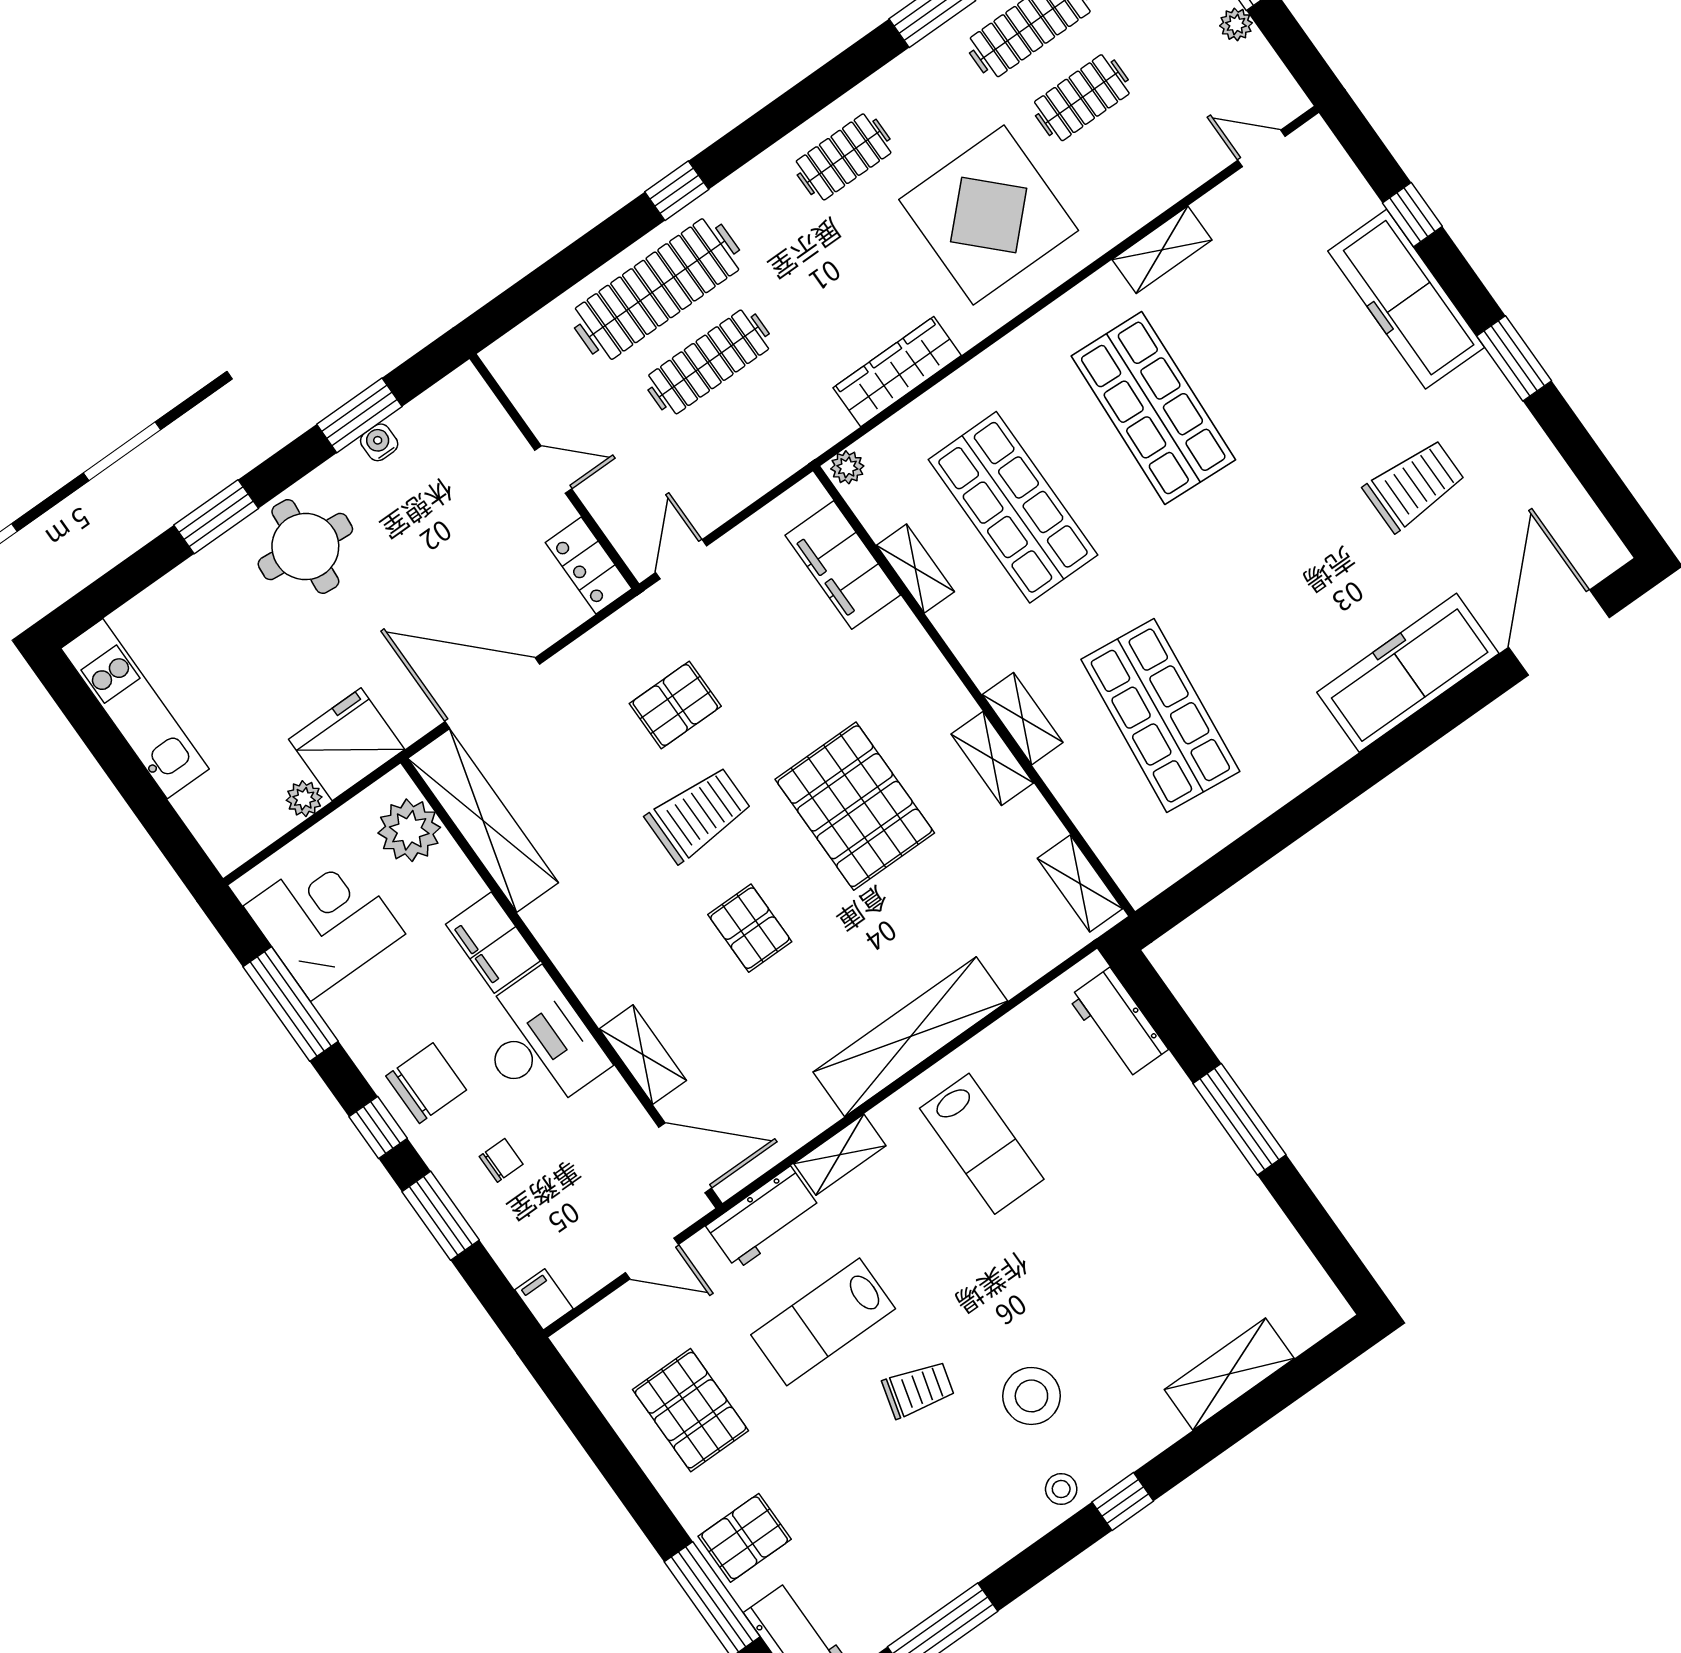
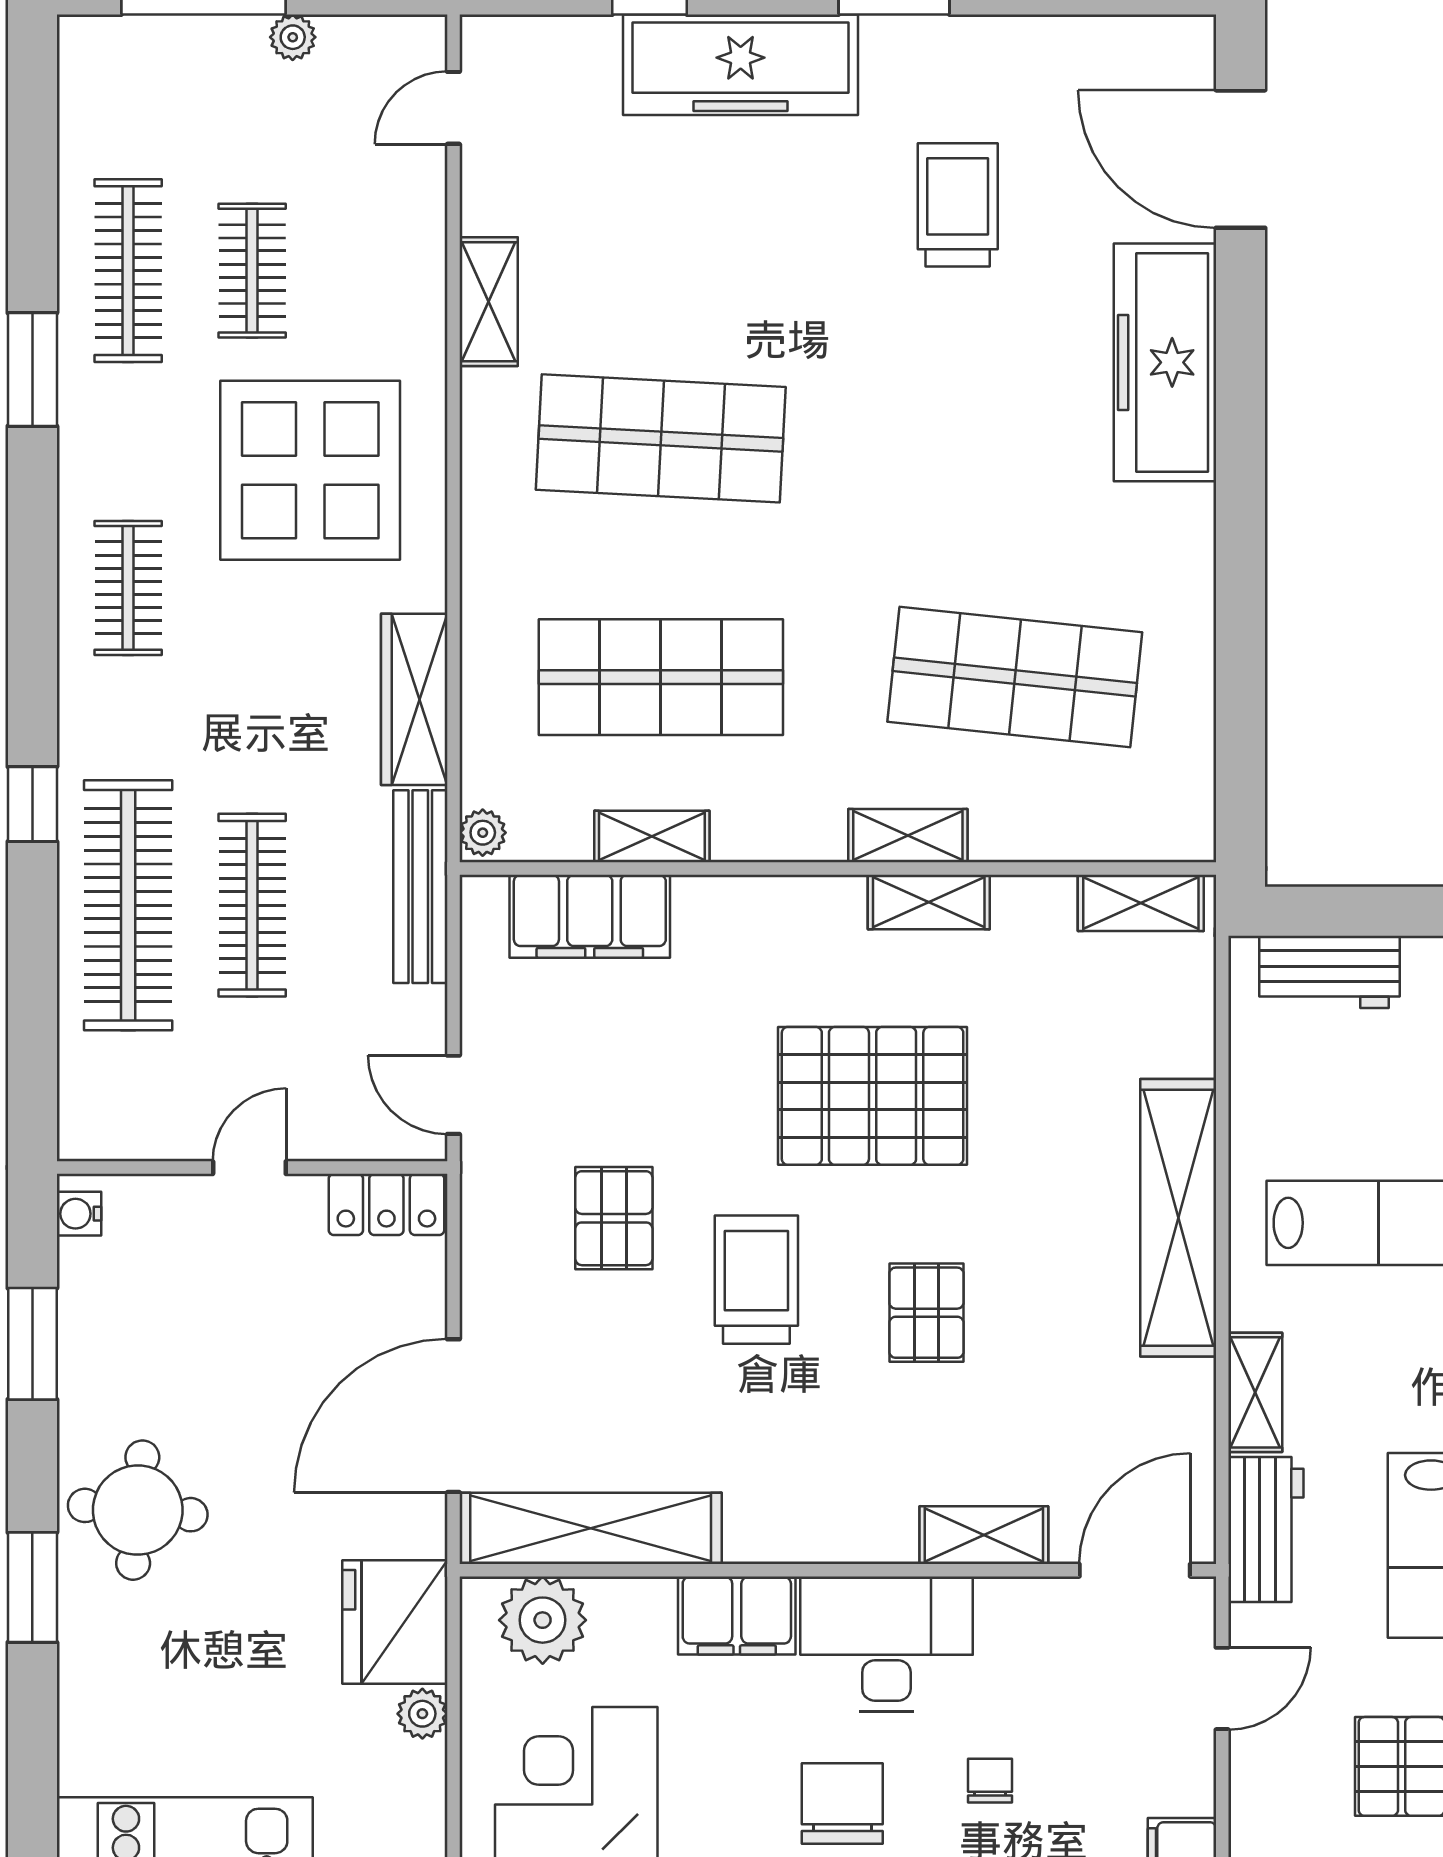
water cooler: (379, 442) -> (79, 1214), moved
bench: (790, 453) -> (420, 887), added
pallet: (750, 928) -> (926, 1313), turned 90

